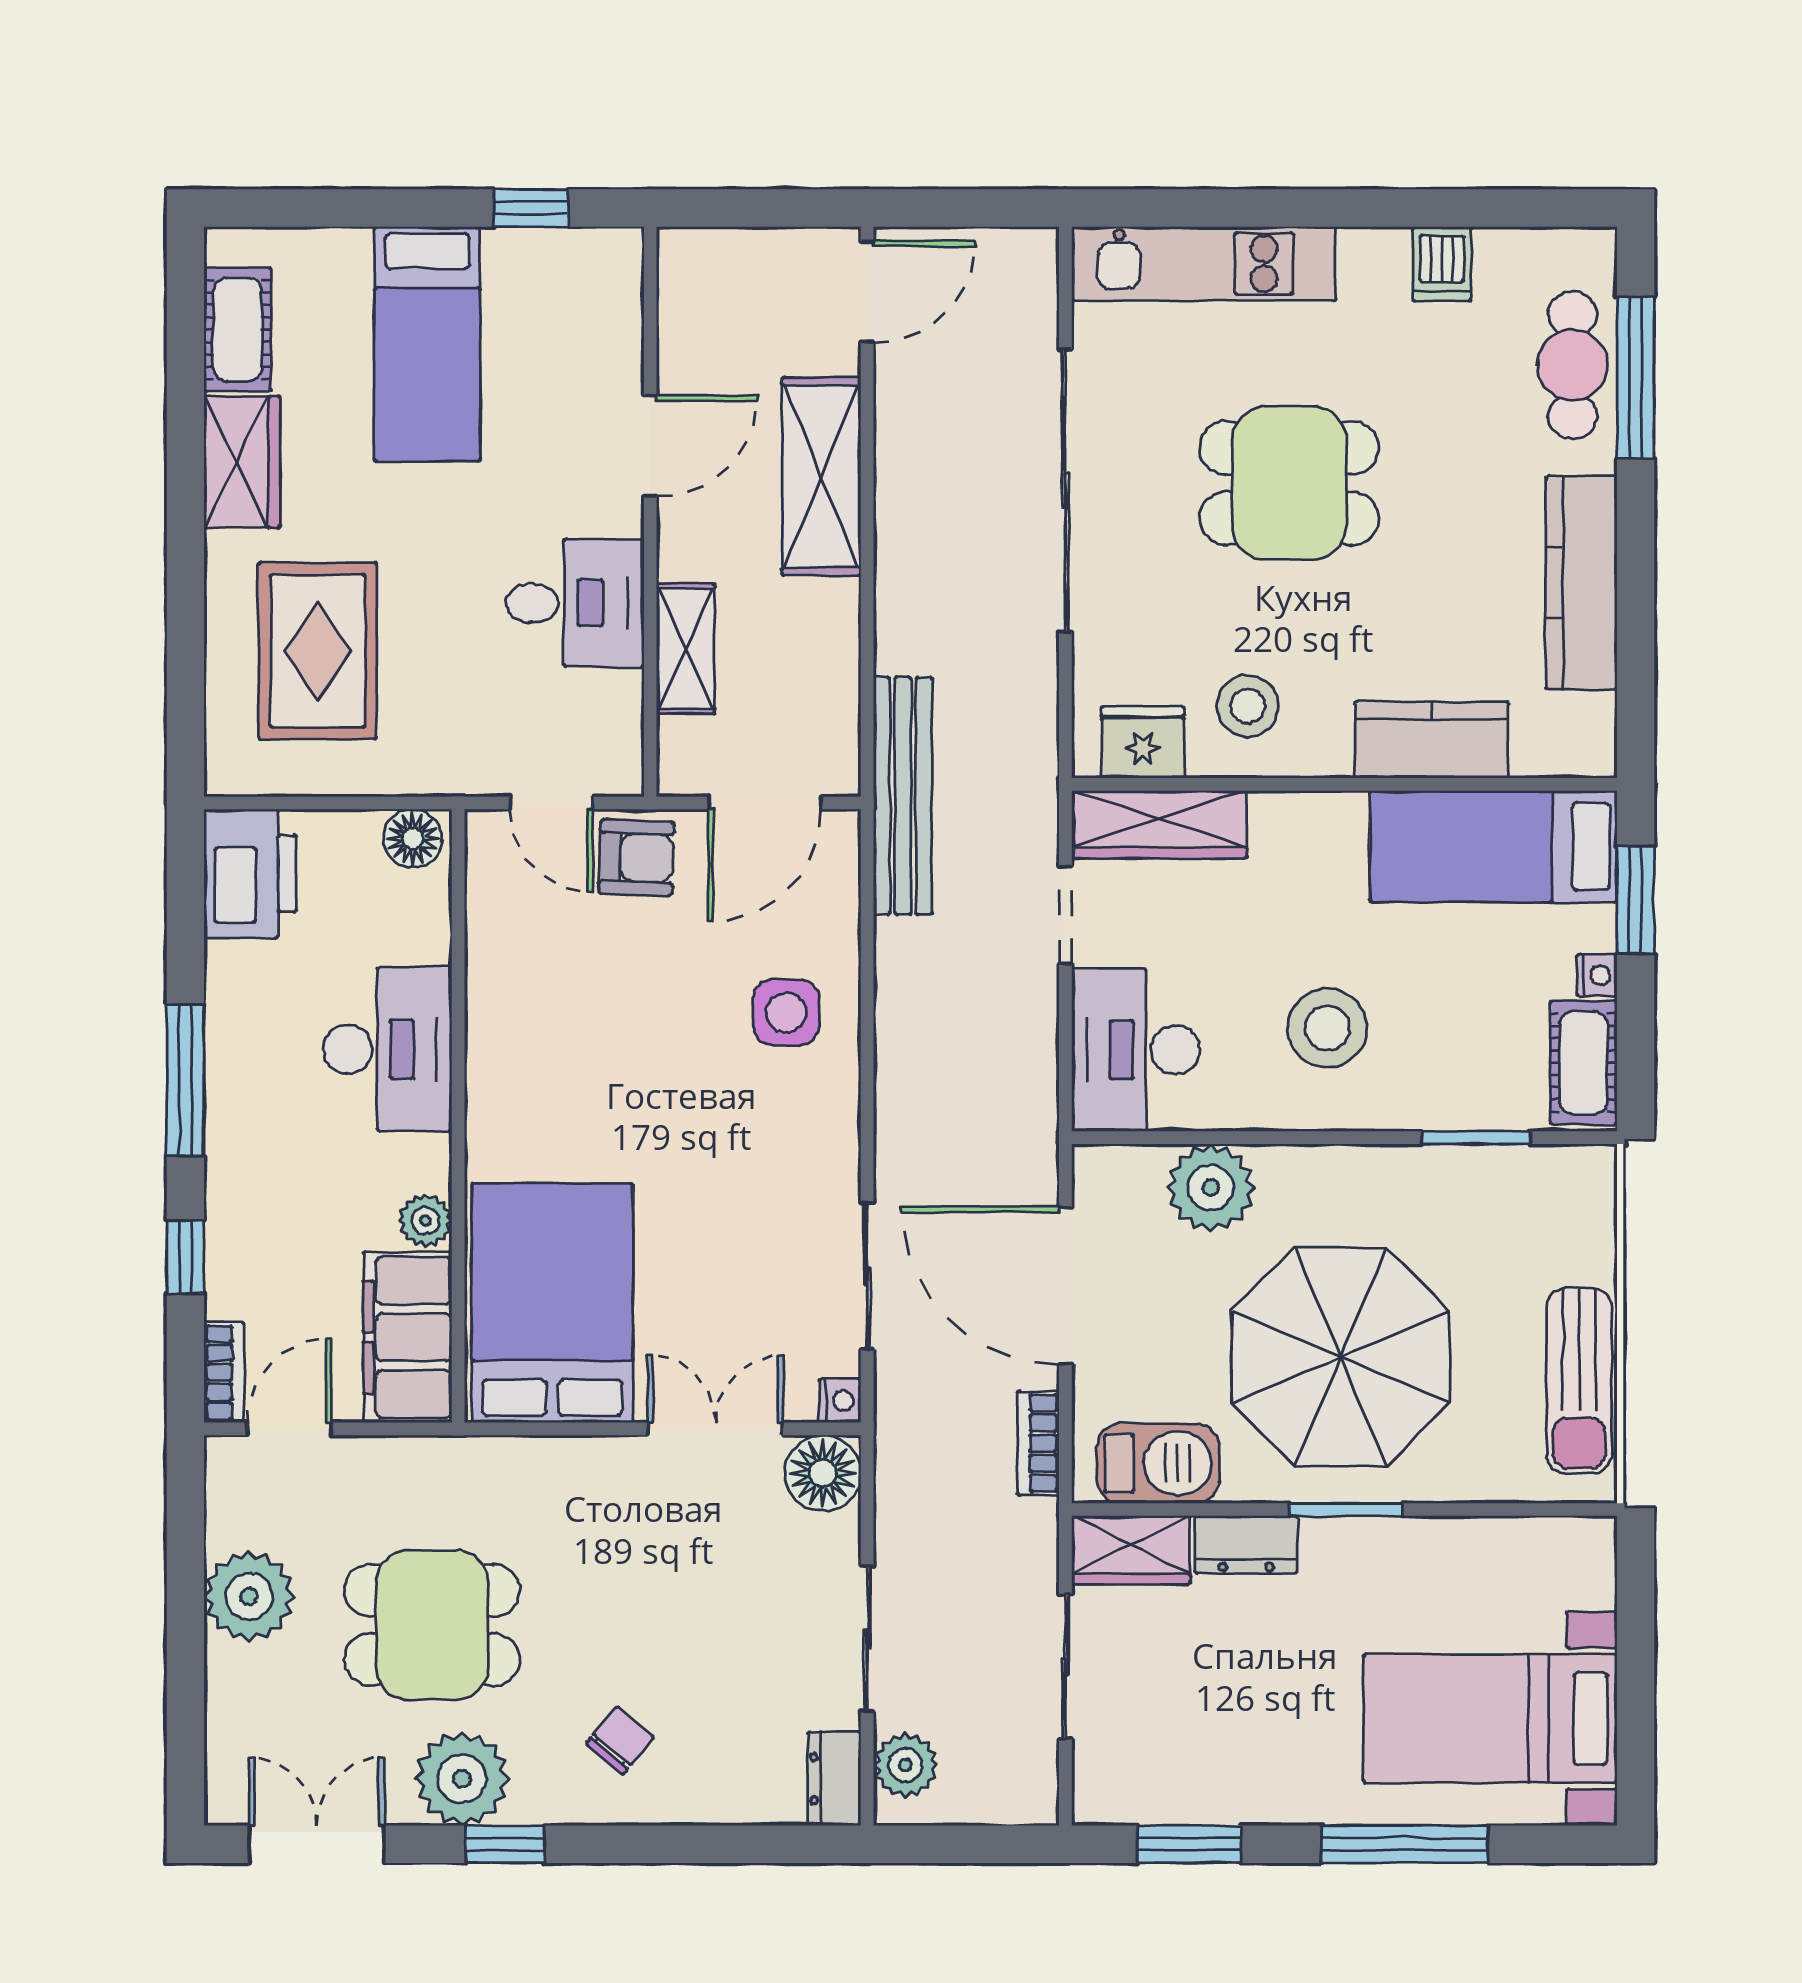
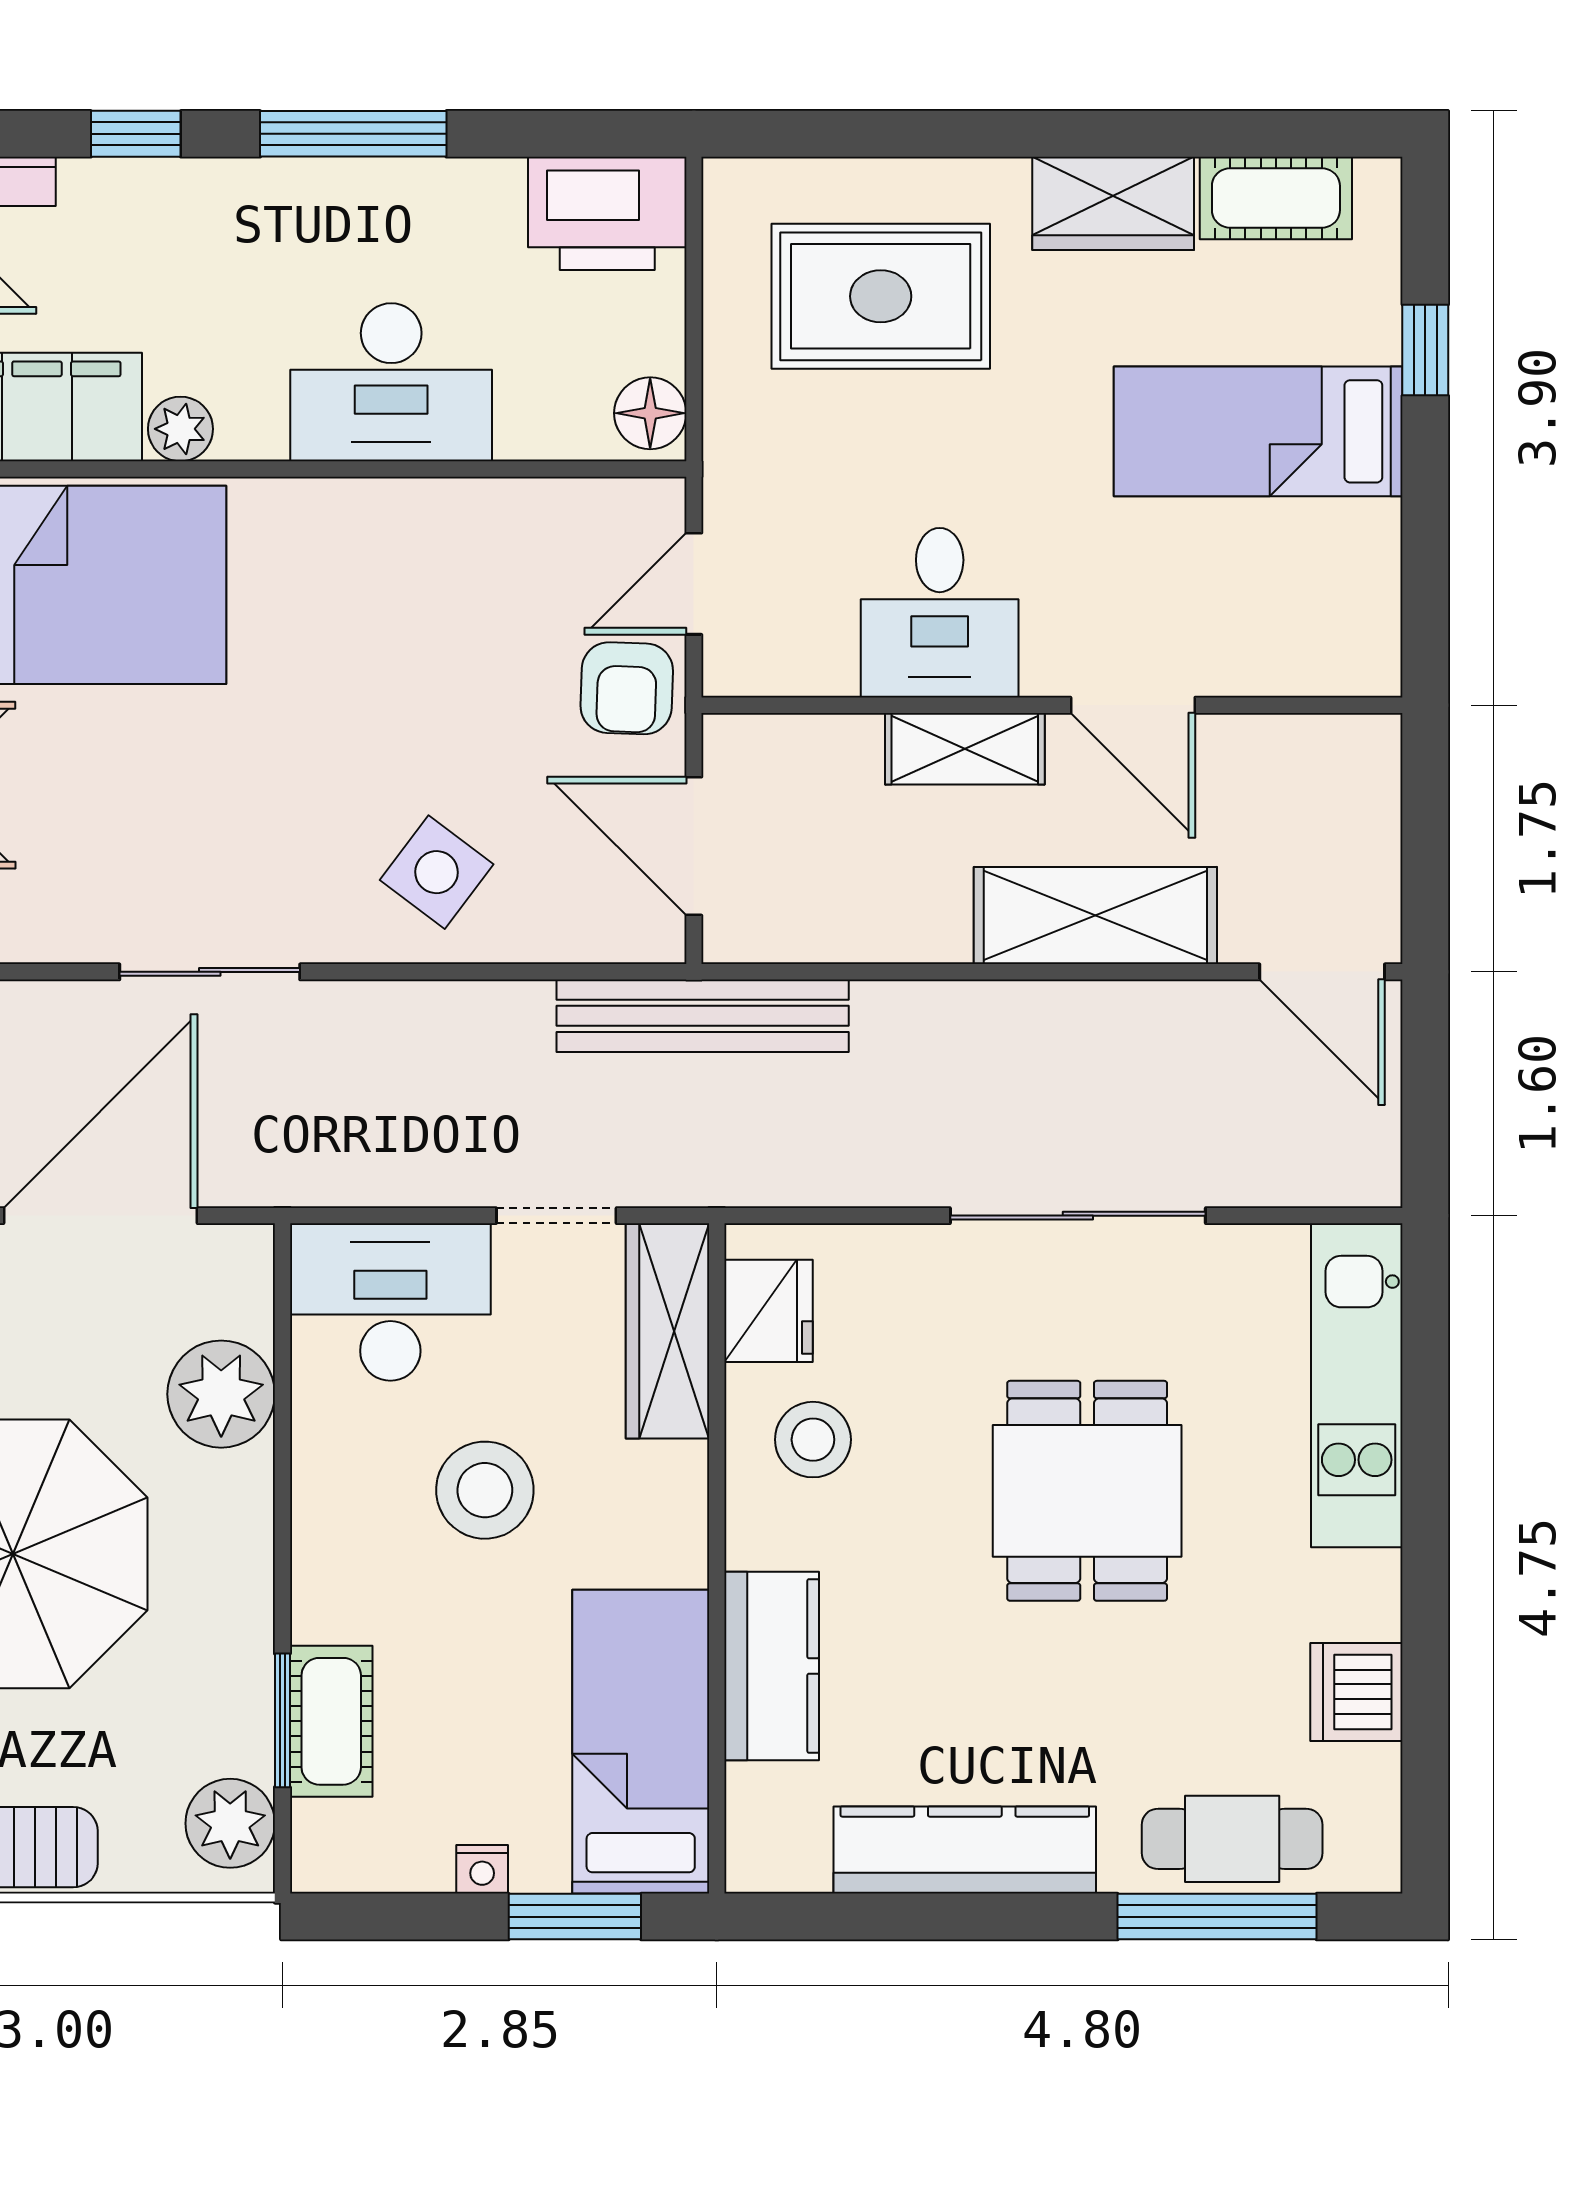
window: (531, 208) -> (1425, 350), moved
dishwasher: (1442, 264) -> (1356, 1692), width x1.38
sliding door: (1065, 491) -> (1078, 1216), width x0.73
shelving: (686, 648) -> (965, 749), moved
side table: (786, 1012) -> (437, 872), turned 37
stool: (1327, 1028) -> (485, 1490), moved
cot: (1584, 1063) -> (331, 1721), moved, turned 90
plant: (1560, 1180) -> (230, 1823), added
sliding door: (867, 1276) -> (210, 972), moved

